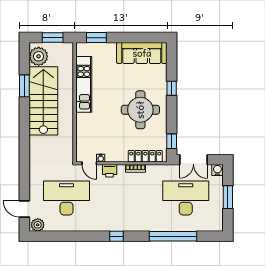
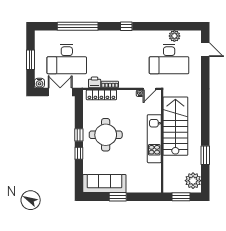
window: (96, 38) -> (118, 197), moved
kitchen unit: (84, 84) -> (154, 139), moved
stairs: (43, 101) -> (175, 126), moved, turned 180
window: (172, 141) -> (79, 135), moved
door: (89, 163) -> (150, 89), swing flipped
printer: (110, 171) -> (95, 82), moved
plant: (38, 225) -> (174, 36), moved

